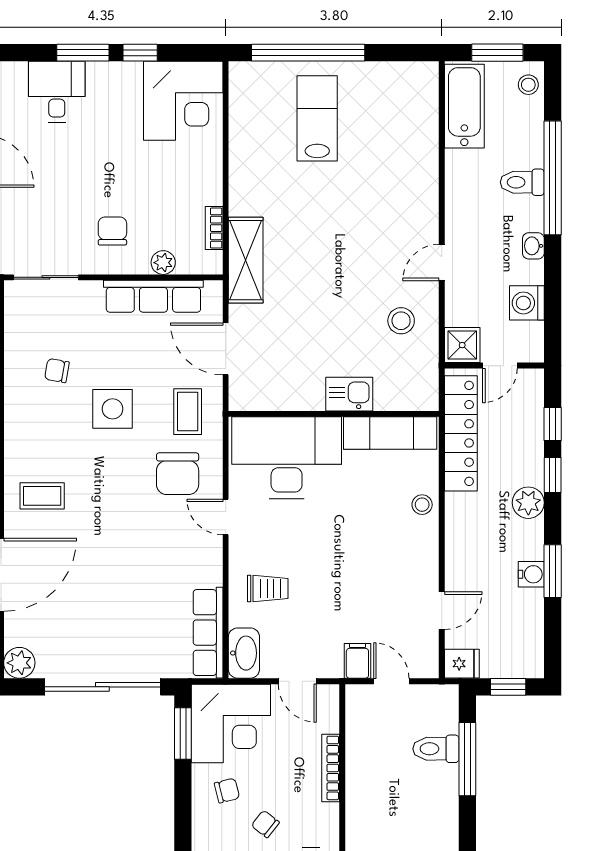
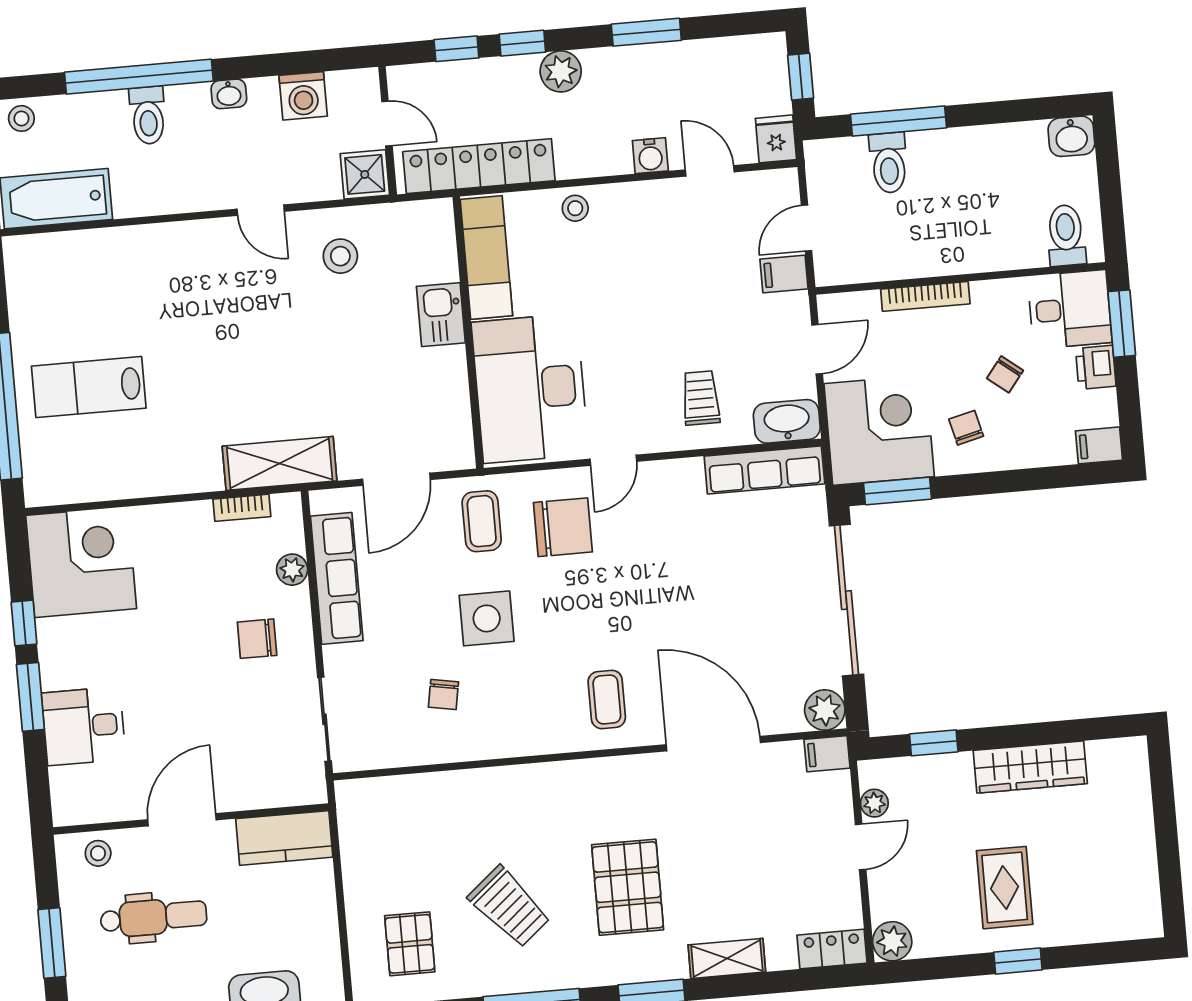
coffee table: (188, 412) -> (482, 521), turned 90
water cooler: (531, 574) -> (650, 156), moved, turned 180

